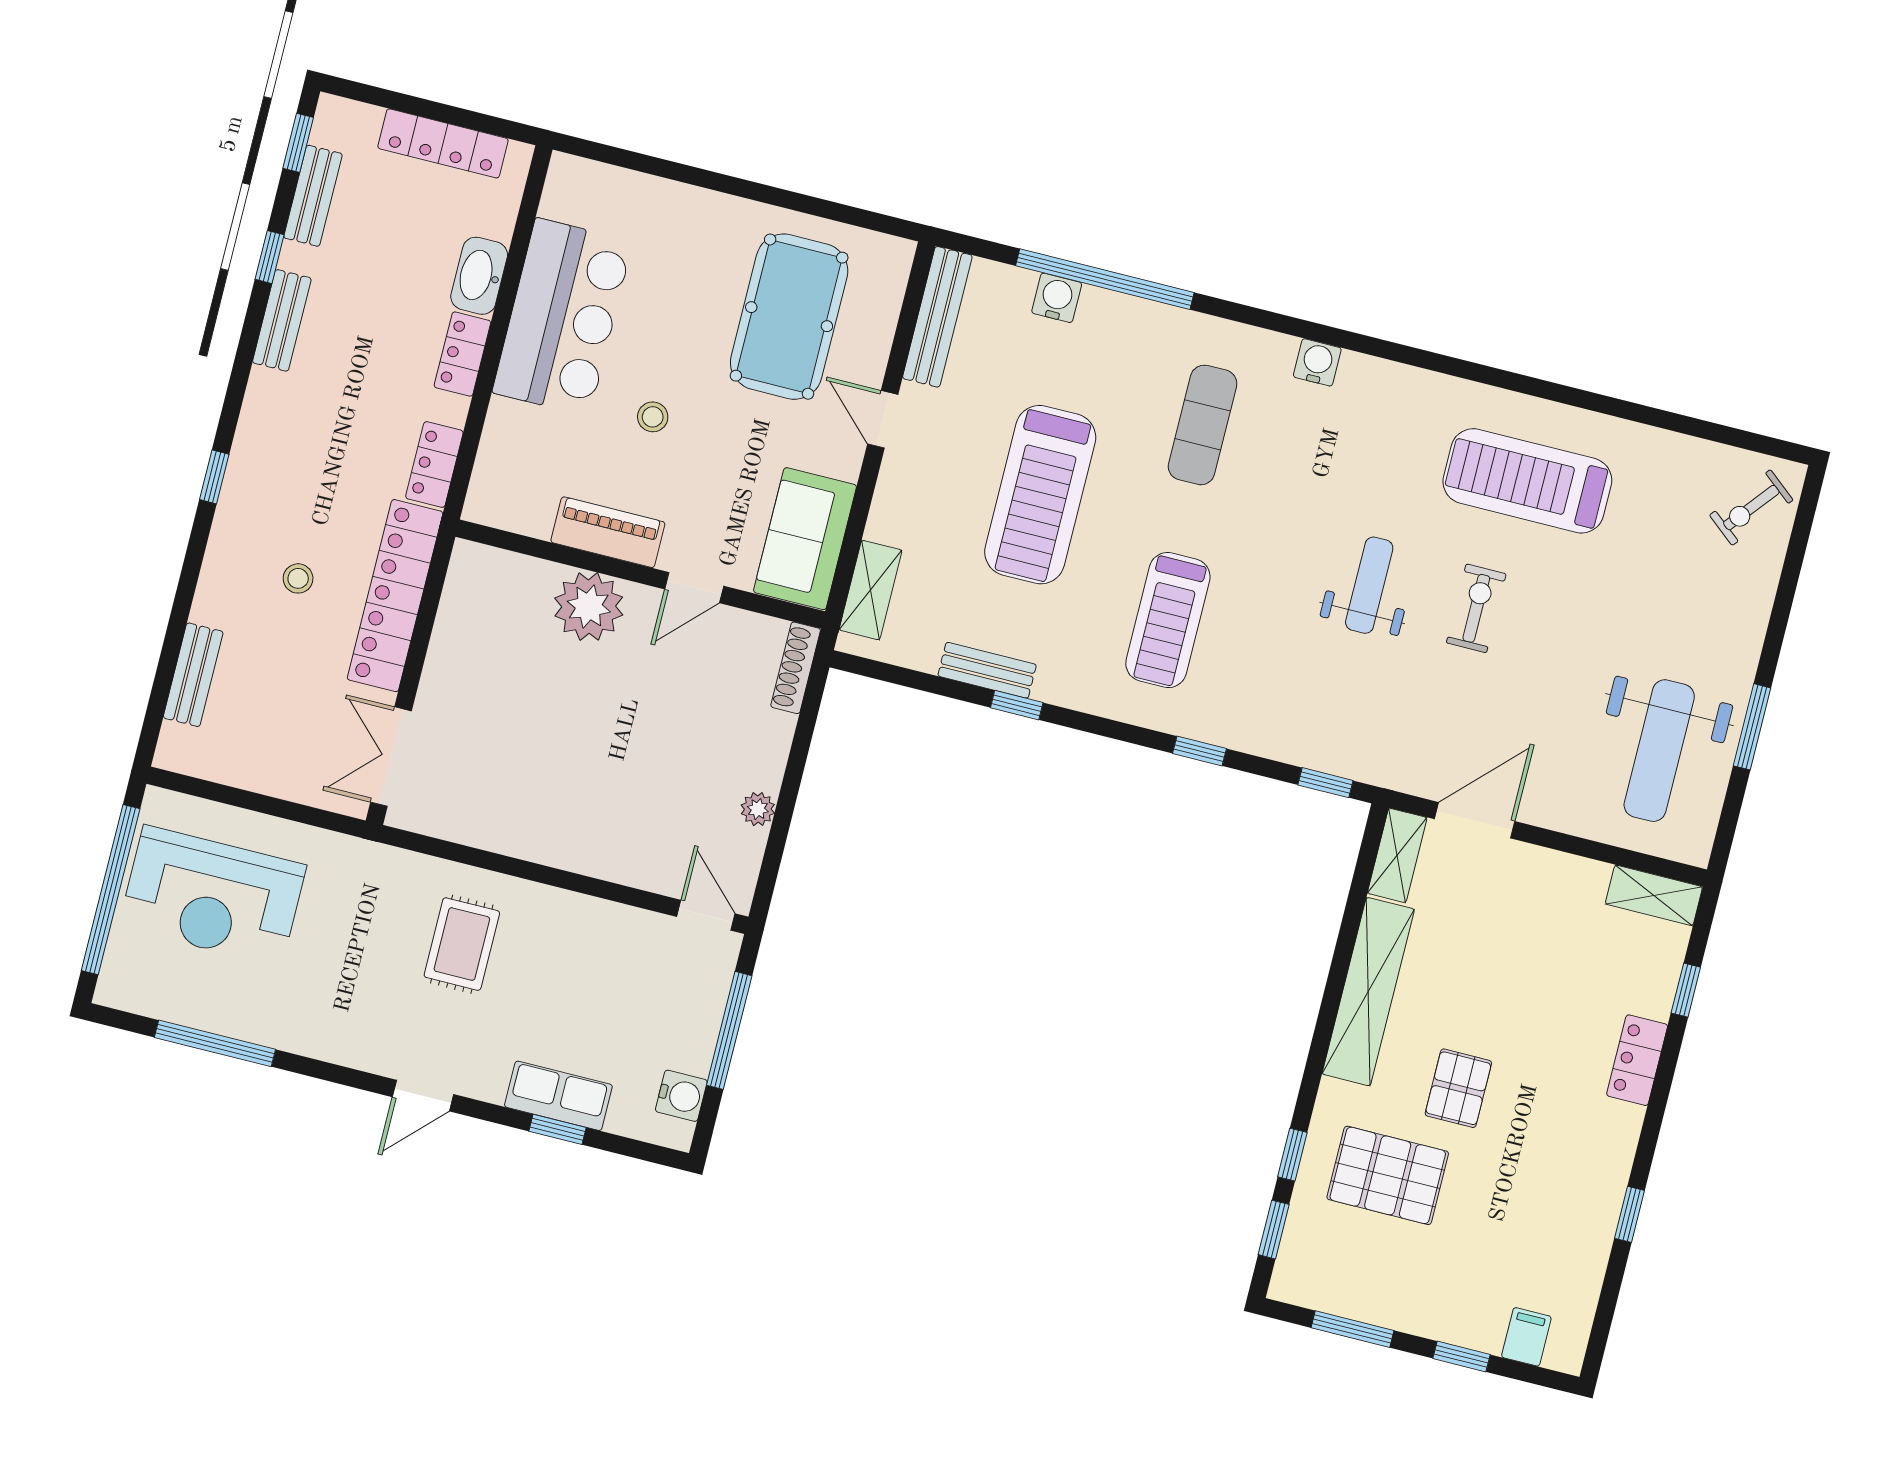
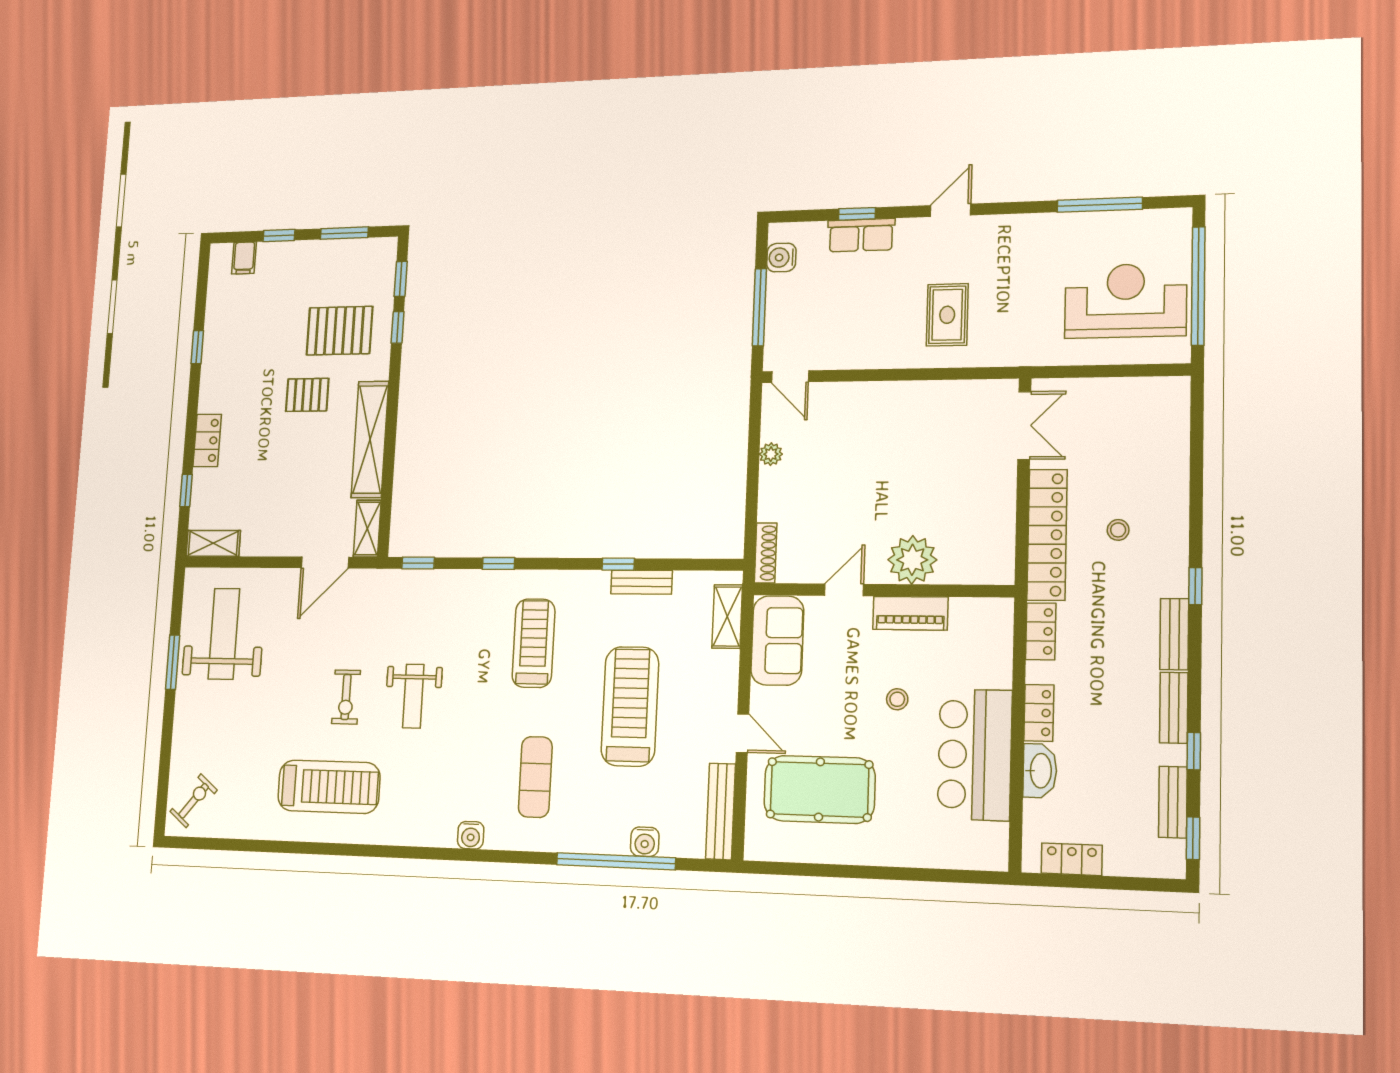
locker: (443, 143) -> (1072, 859), width x0.66
pool table: (789, 317) -> (819, 789), turned 90
bench: (193, 675) -> (1174, 634), moved
pallet: (1458, 1088) -> (307, 395), turned 90

